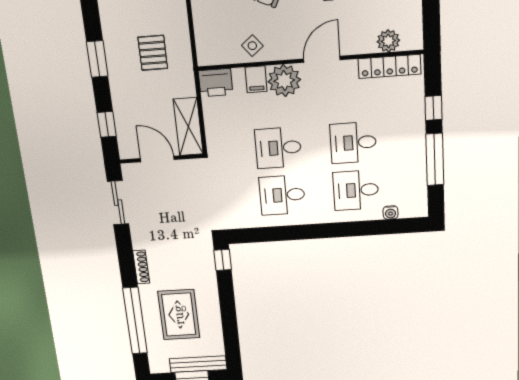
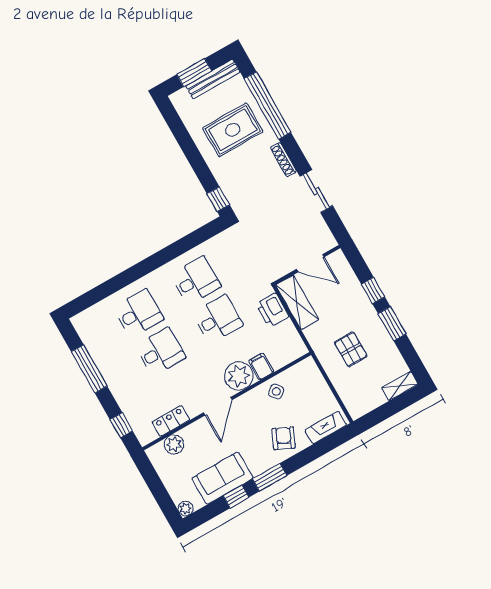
locker: (390, 66) -> (171, 421), width x0.66
printer: (216, 83) -> (272, 310), moved, turned -90
window: (433, 108) -> (121, 425), moved
window: (107, 124) -> (373, 291), moved
sliding door: (118, 203) -> (316, 191), moved
water cooler: (390, 213) -> (101, 308), removed
rug: (179, 315) -> (233, 130), turned 90
bench: (198, 364) -> (213, 79), moved

